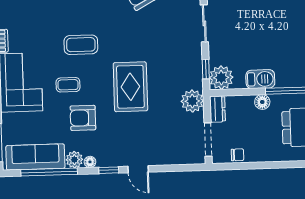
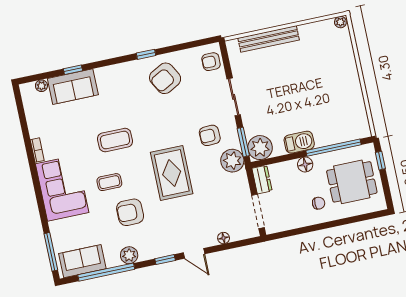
armchair: (174, 57) -> (210, 135), added
window: (206, 69) -> (243, 142), width x1.50
plant: (192, 101) -> (232, 161), moved
chair: (238, 155) -> (319, 203), moved
sofa: (35, 157) -> (82, 261), width x0.73
floor lamp: (90, 162) -> (224, 238), moved

